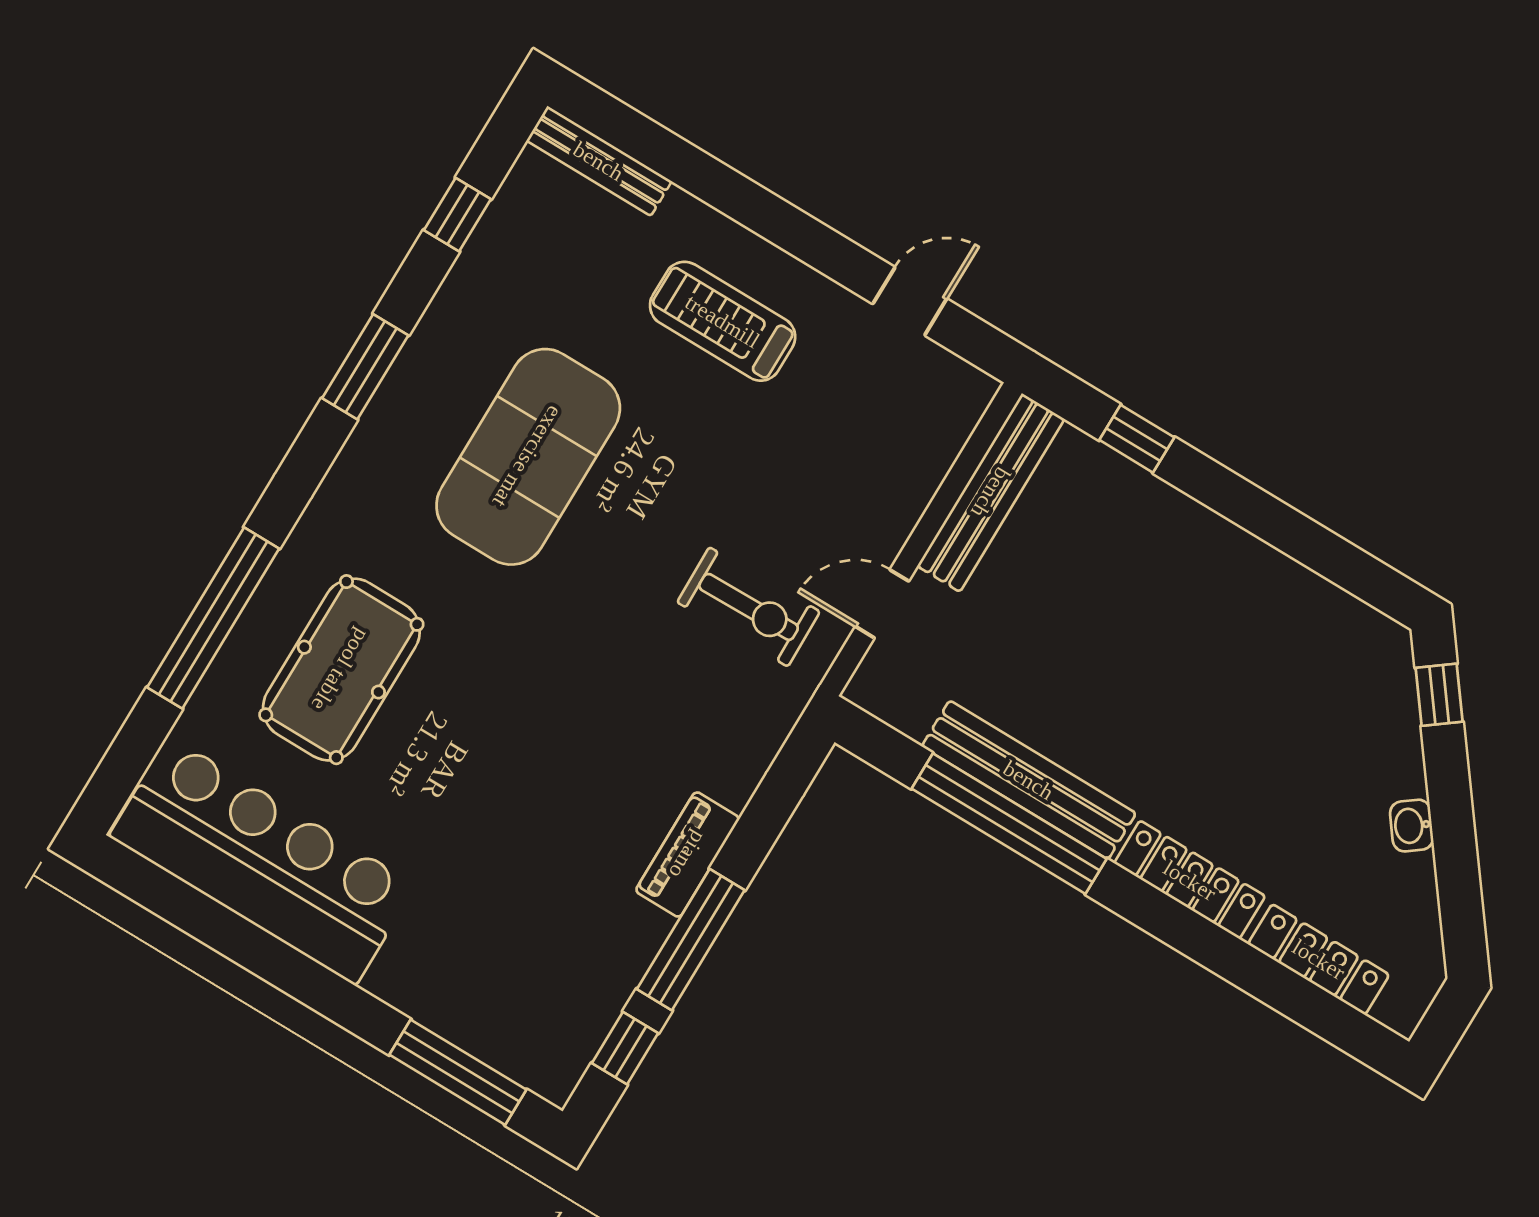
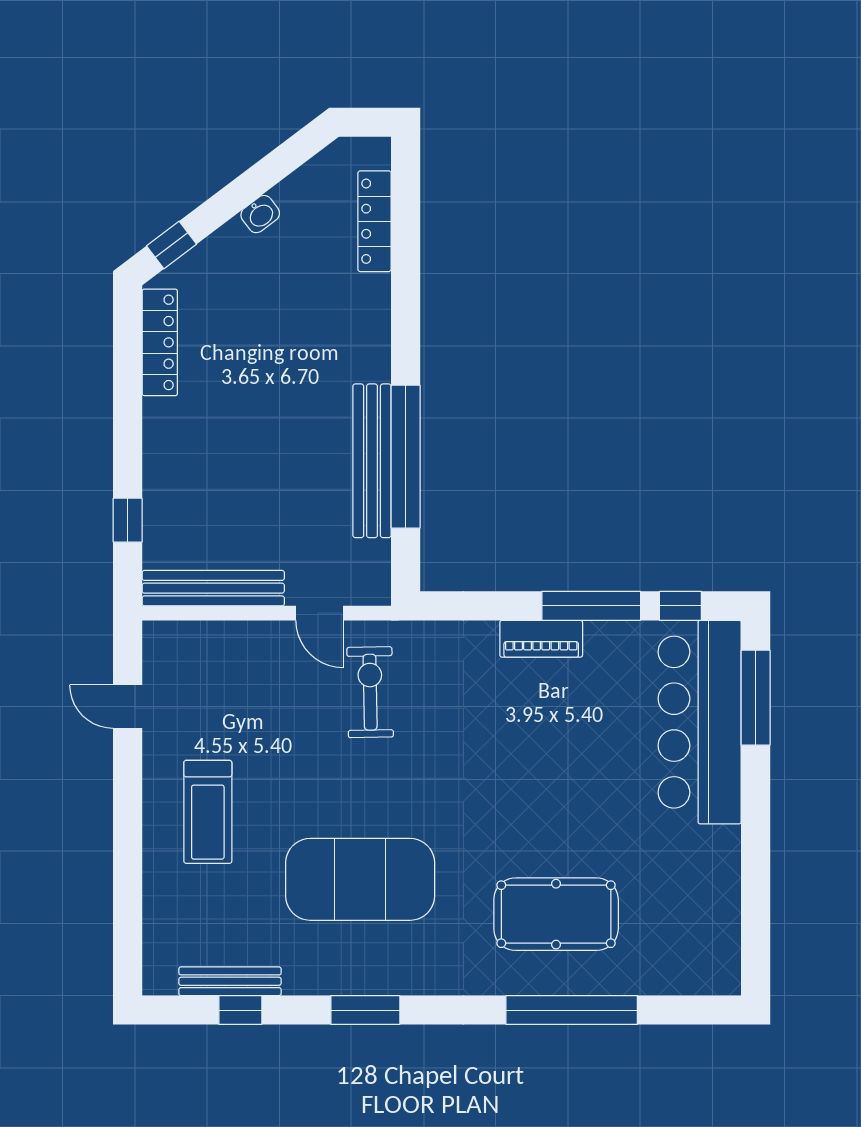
bench: (599, 161) -> (230, 981), moved, turned 90
bar counter: (262, 861) -> (700, 722), moved
locker: (1190, 880) -> (160, 342), moved, turned 180

